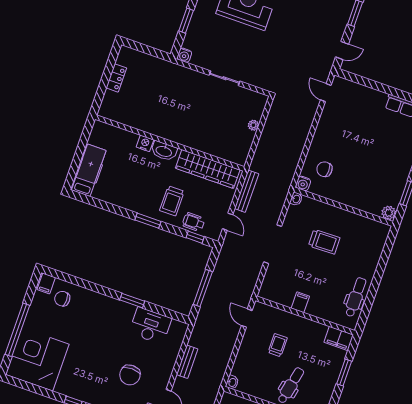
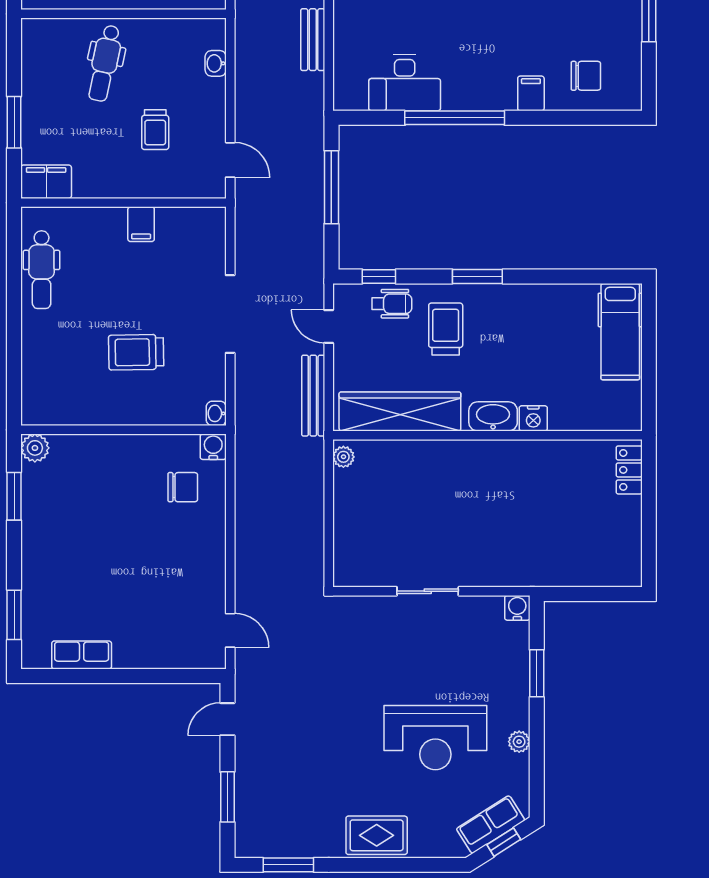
locker: (116, 78) -> (629, 470), moved
plant: (253, 125) -> (343, 457), moved
filing cabinet: (46, 284) -> (531, 93), moved
window: (132, 301) -> (455, 118), width x2.11
washbasin: (232, 382) -> (216, 63), moved

